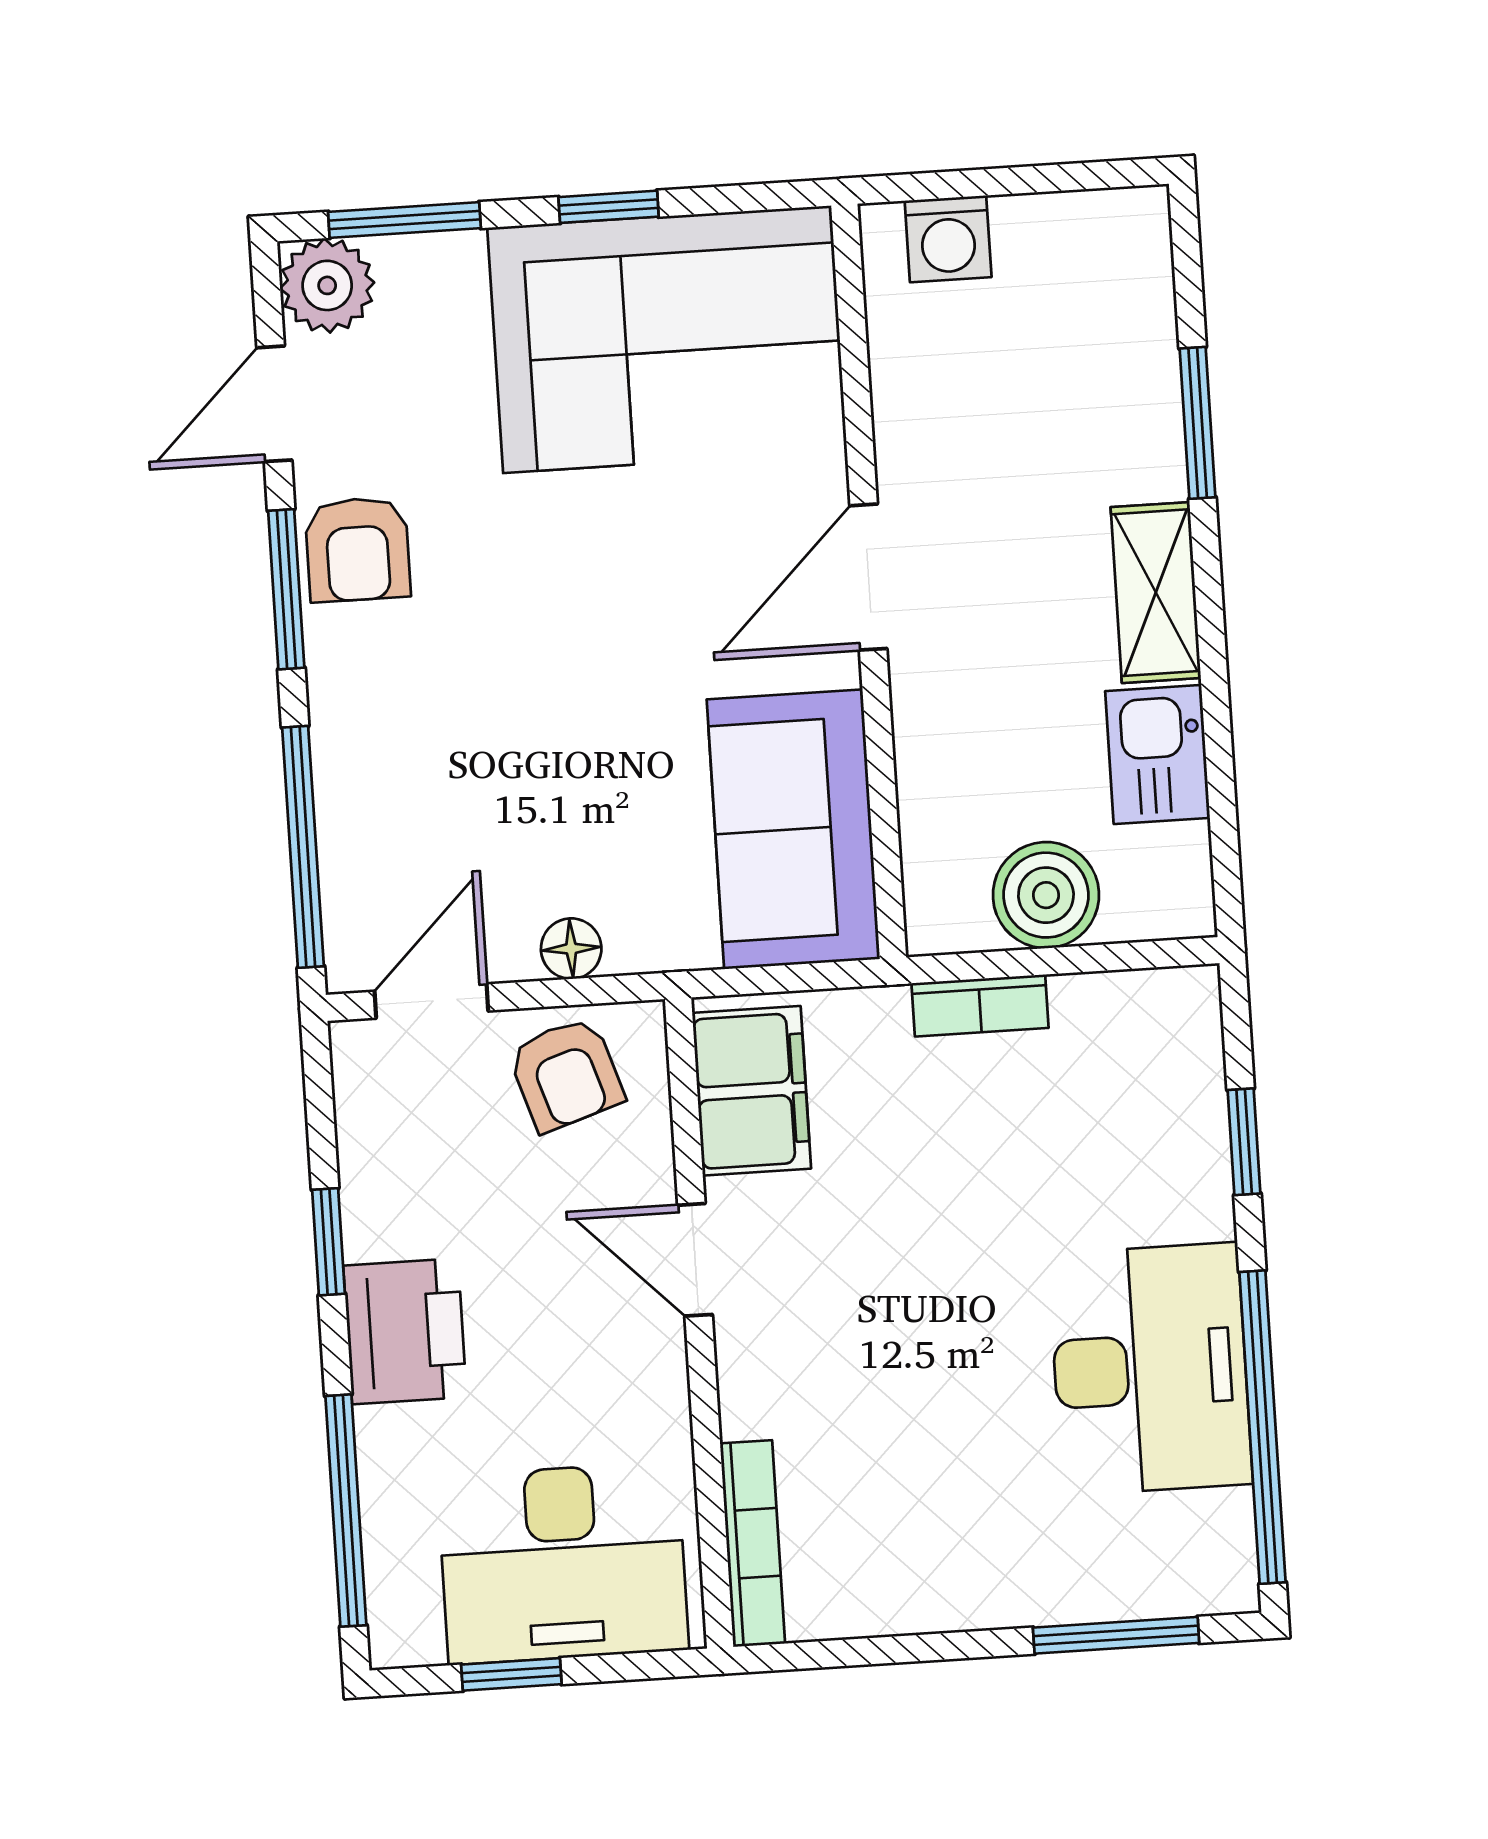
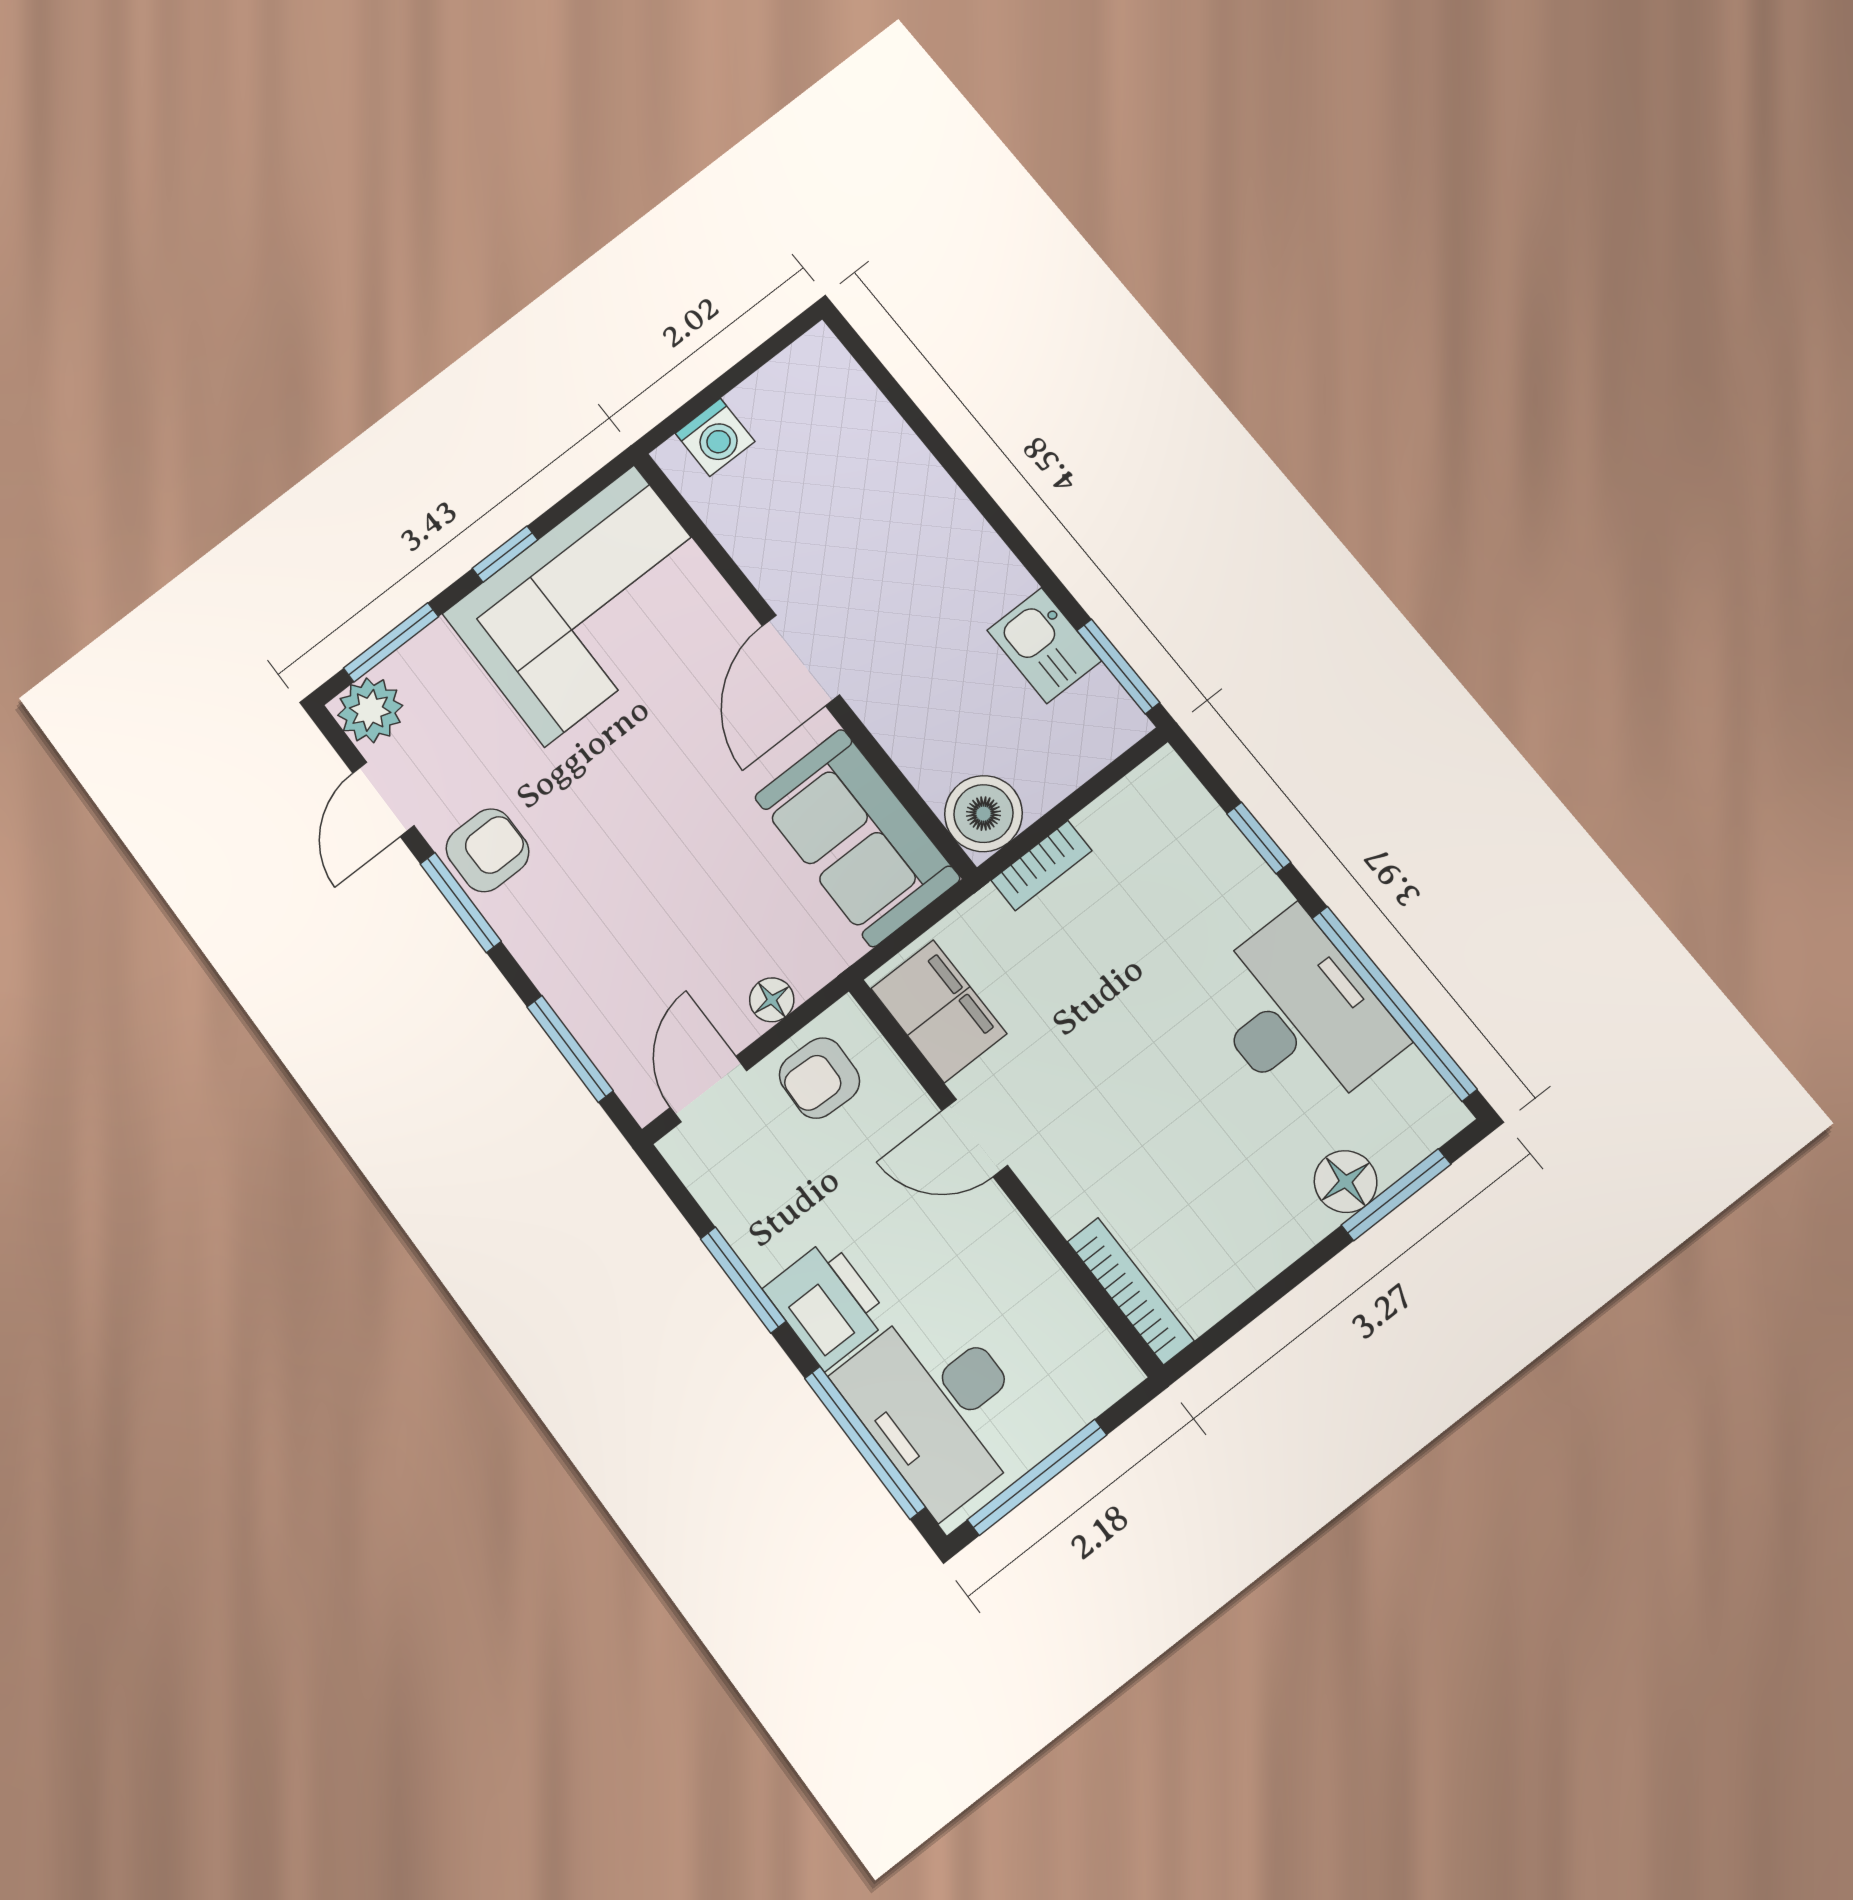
window: (1198, 423) -> (1118, 666), moved
armchair: (358, 549) -> (488, 850), turned -90
shelving: (1156, 593) -> (977, 553), removed
window: (303, 847) -> (570, 1049), width x0.69
boiler: (1046, 895) -> (983, 814), moved
armchair: (566, 1074) -> (819, 1078), turned 110
window: (329, 1242) -> (743, 1280), width x1.50
desk: (563, 1563) -> (939, 1406), moved, turned 90
floor lamp: (1071, 1584) -> (1346, 1182), added
window: (511, 1674) -> (1037, 1477), width x2.17

